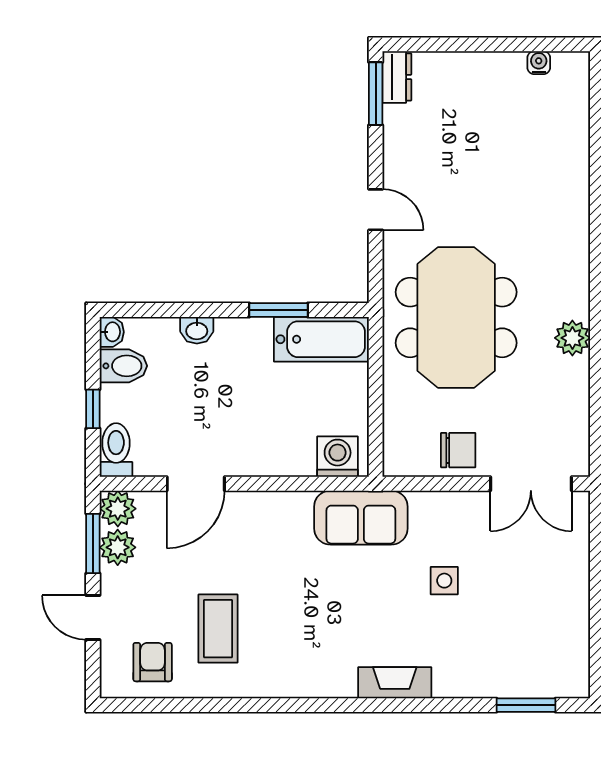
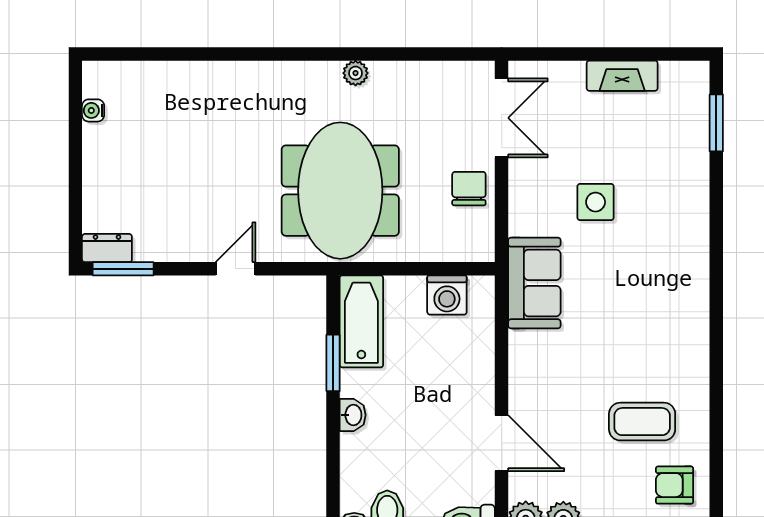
meeting table: (456, 317) -> (340, 191), turned 90
washbasin: (197, 330) -> (353, 415), moved
plant: (572, 338) -> (356, 73), width x0.73, depth x0.73
washing machine: (338, 457) -> (447, 295), moved, turned -90
side table: (444, 581) -> (596, 202), width x1.37, depth x1.37
fireplace: (395, 683) -> (622, 76), moved, turned -90

